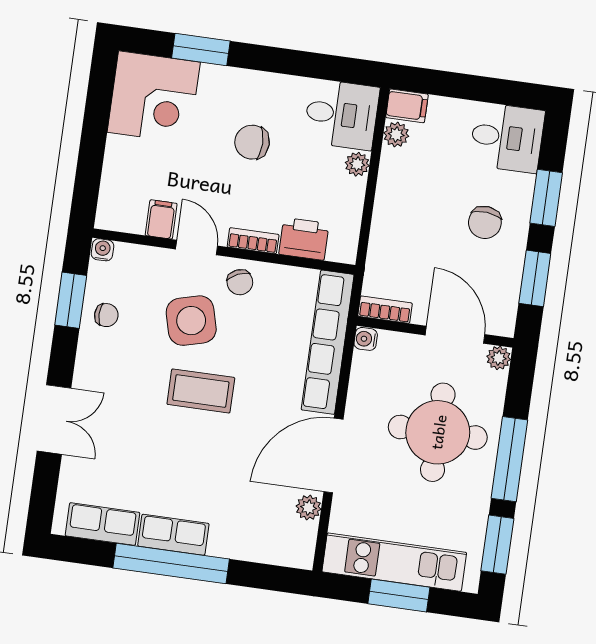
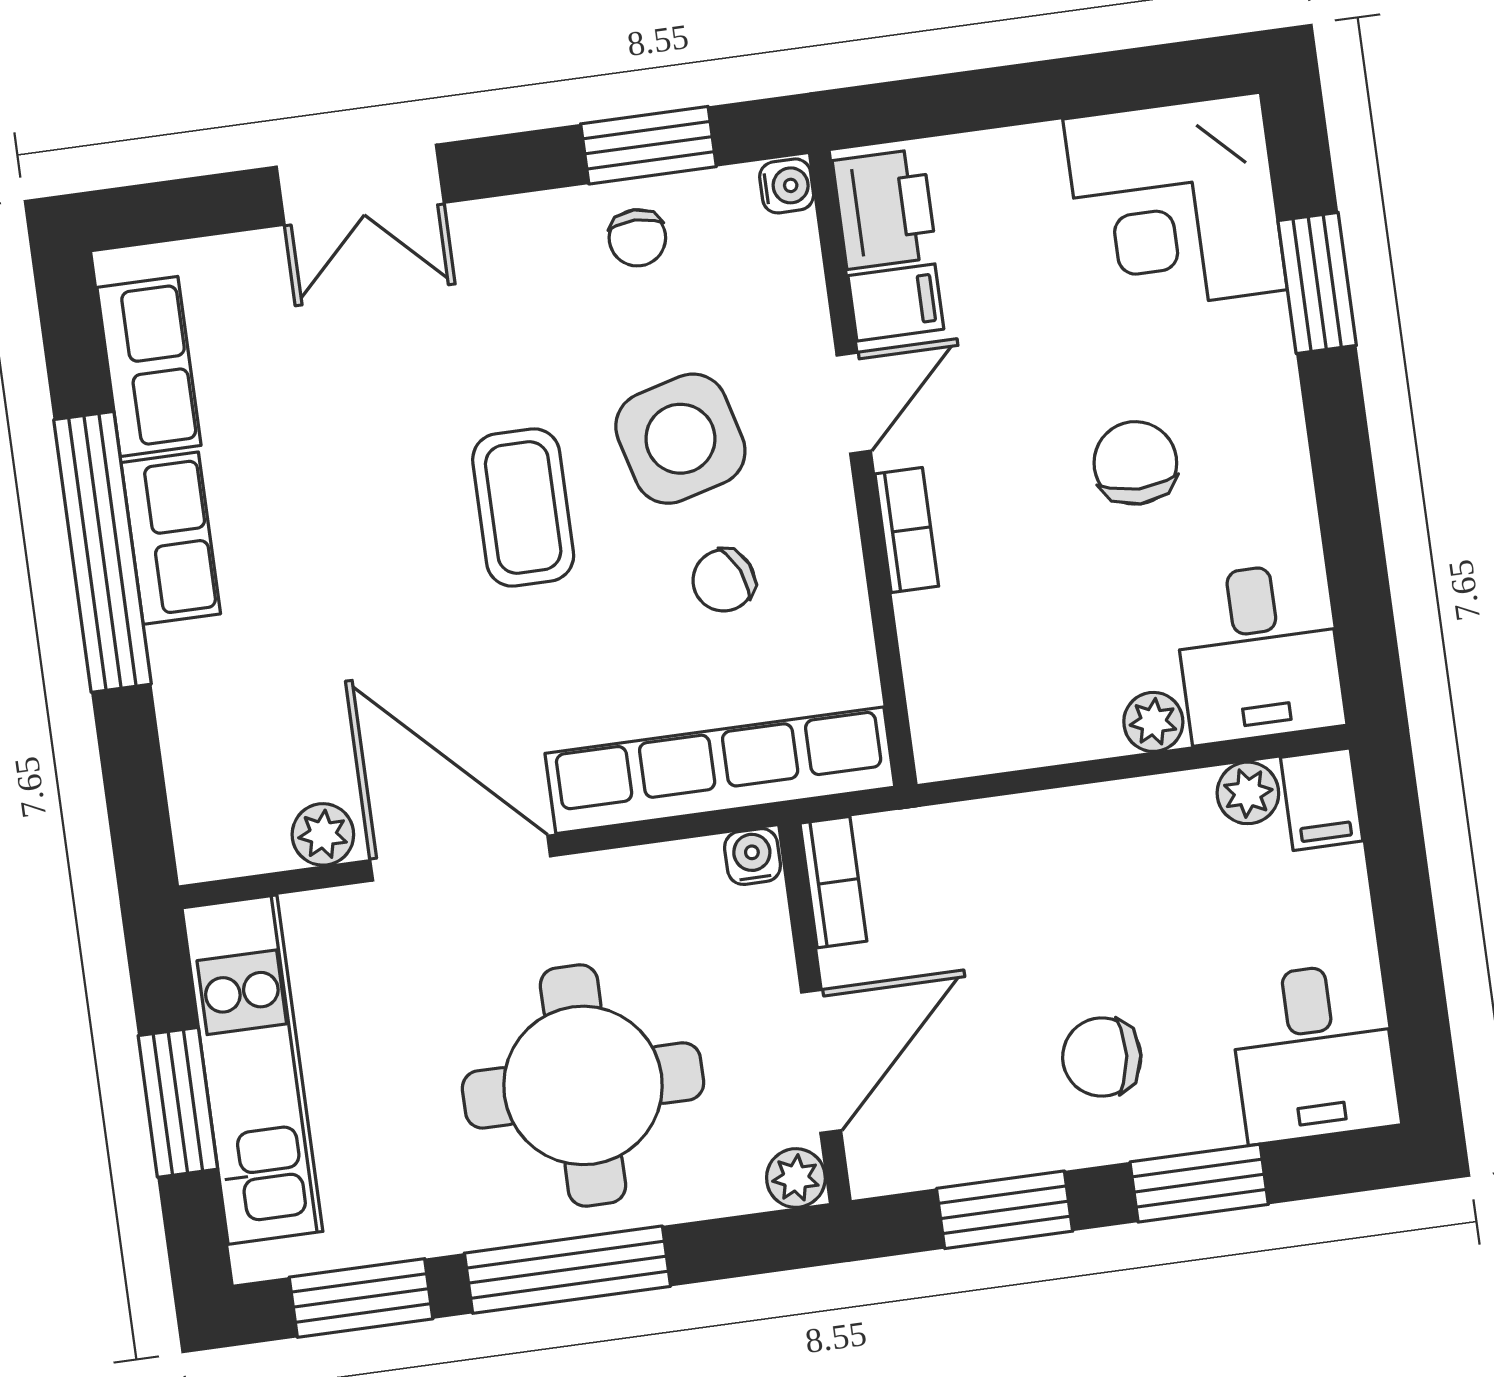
printer: (304, 239) -> (885, 209), moved
chair: (240, 282) -> (724, 580), moved

